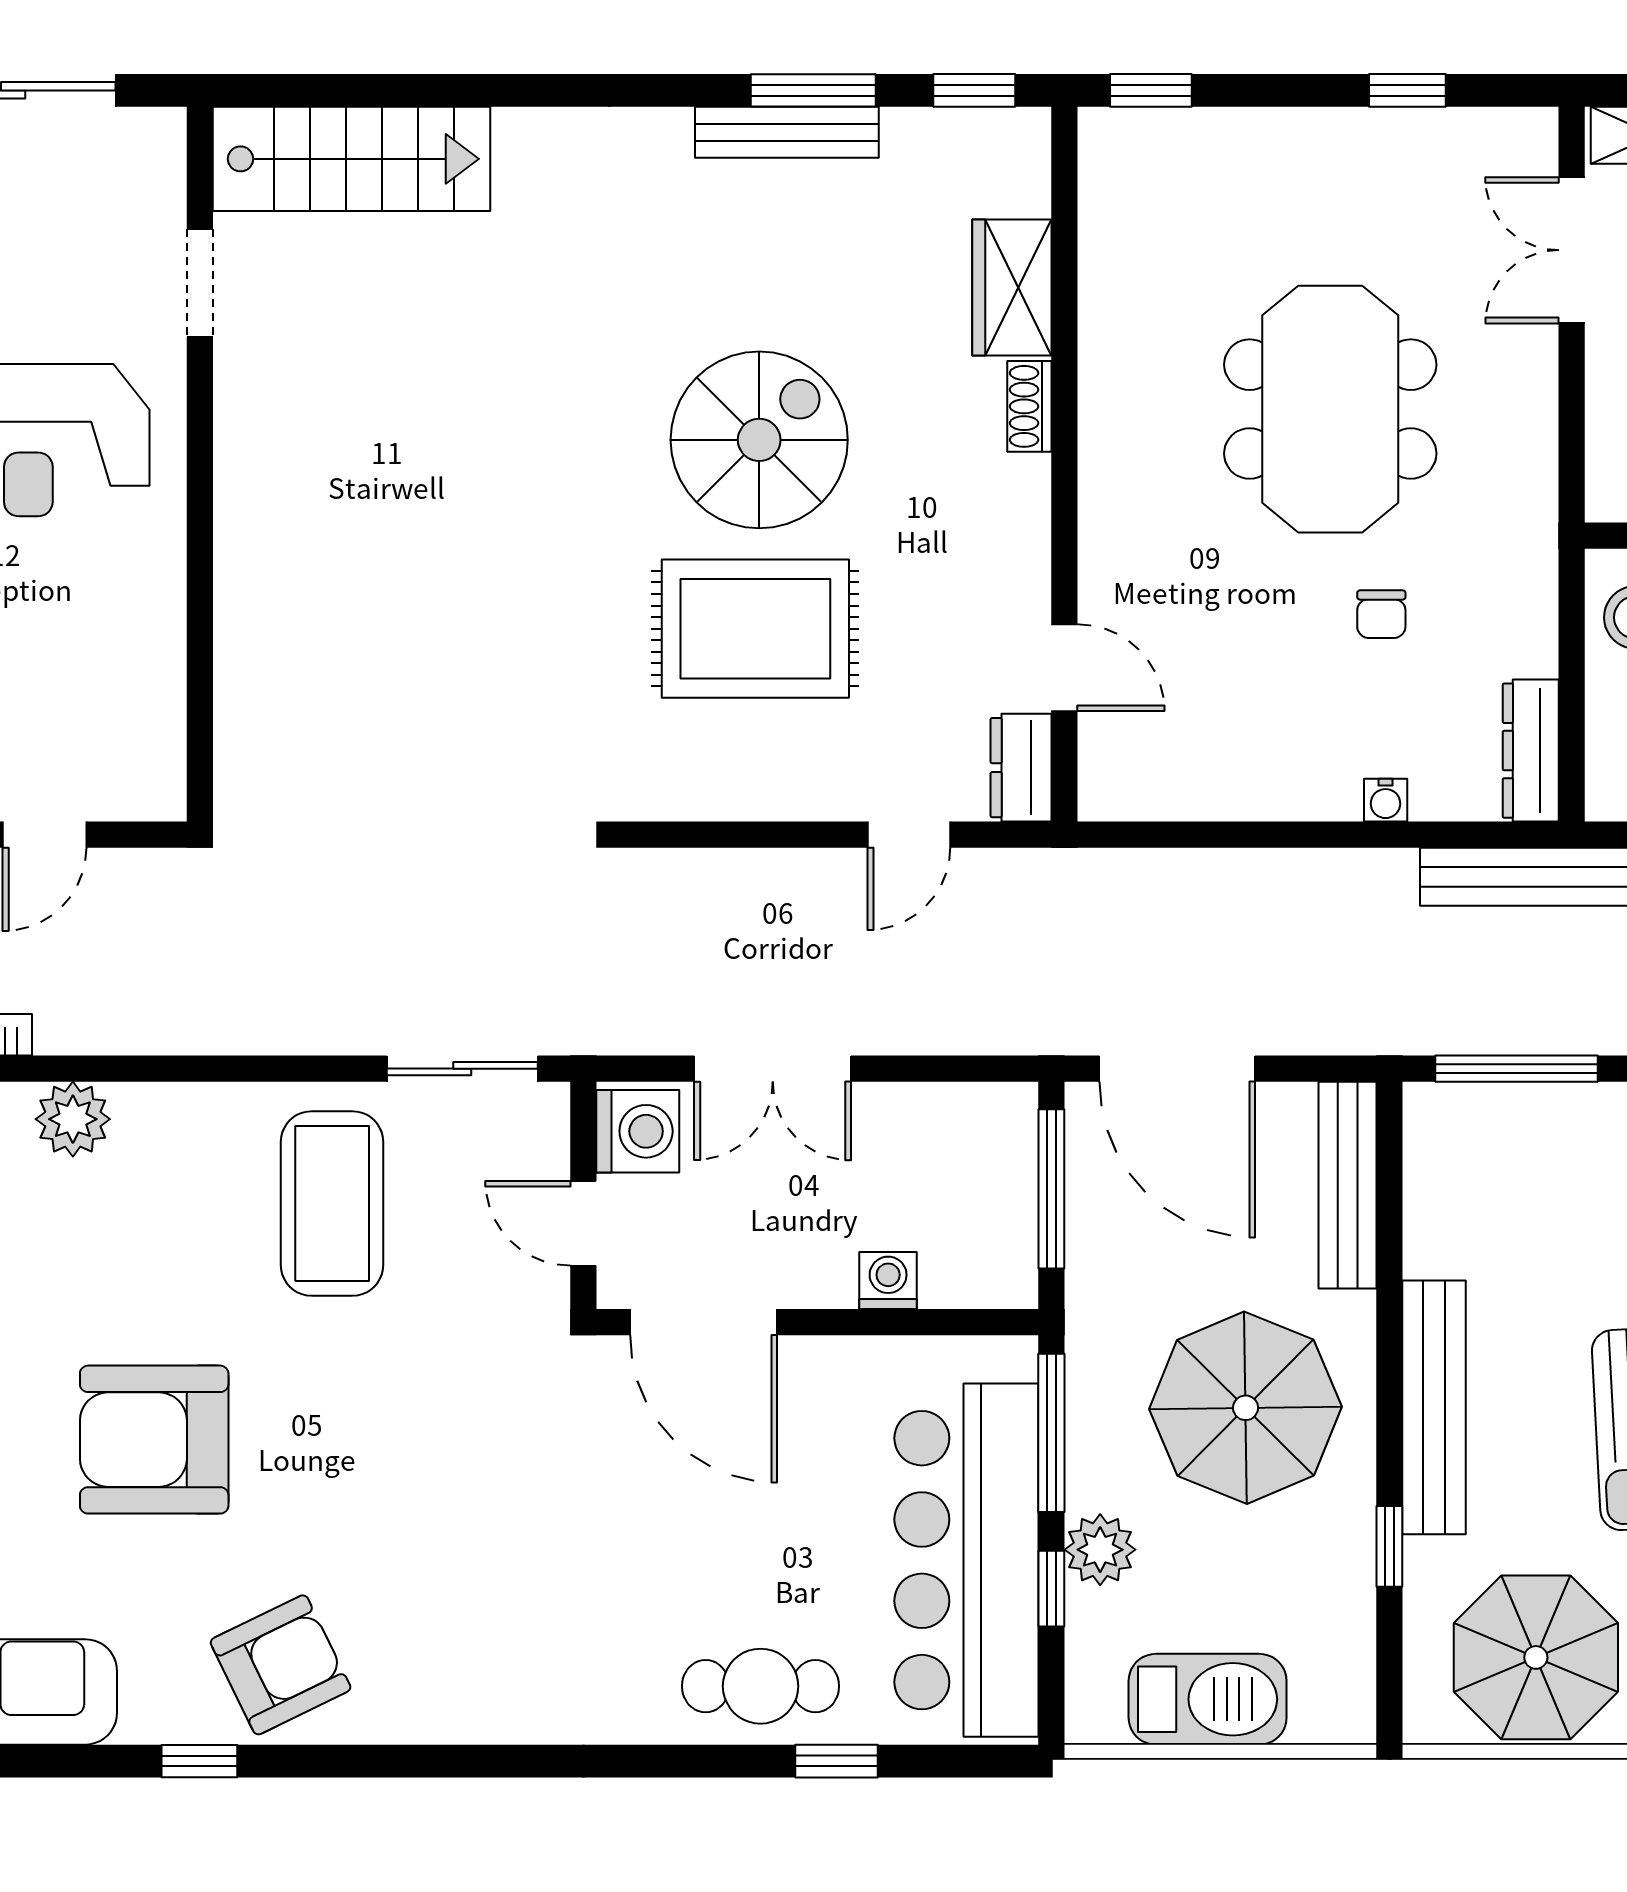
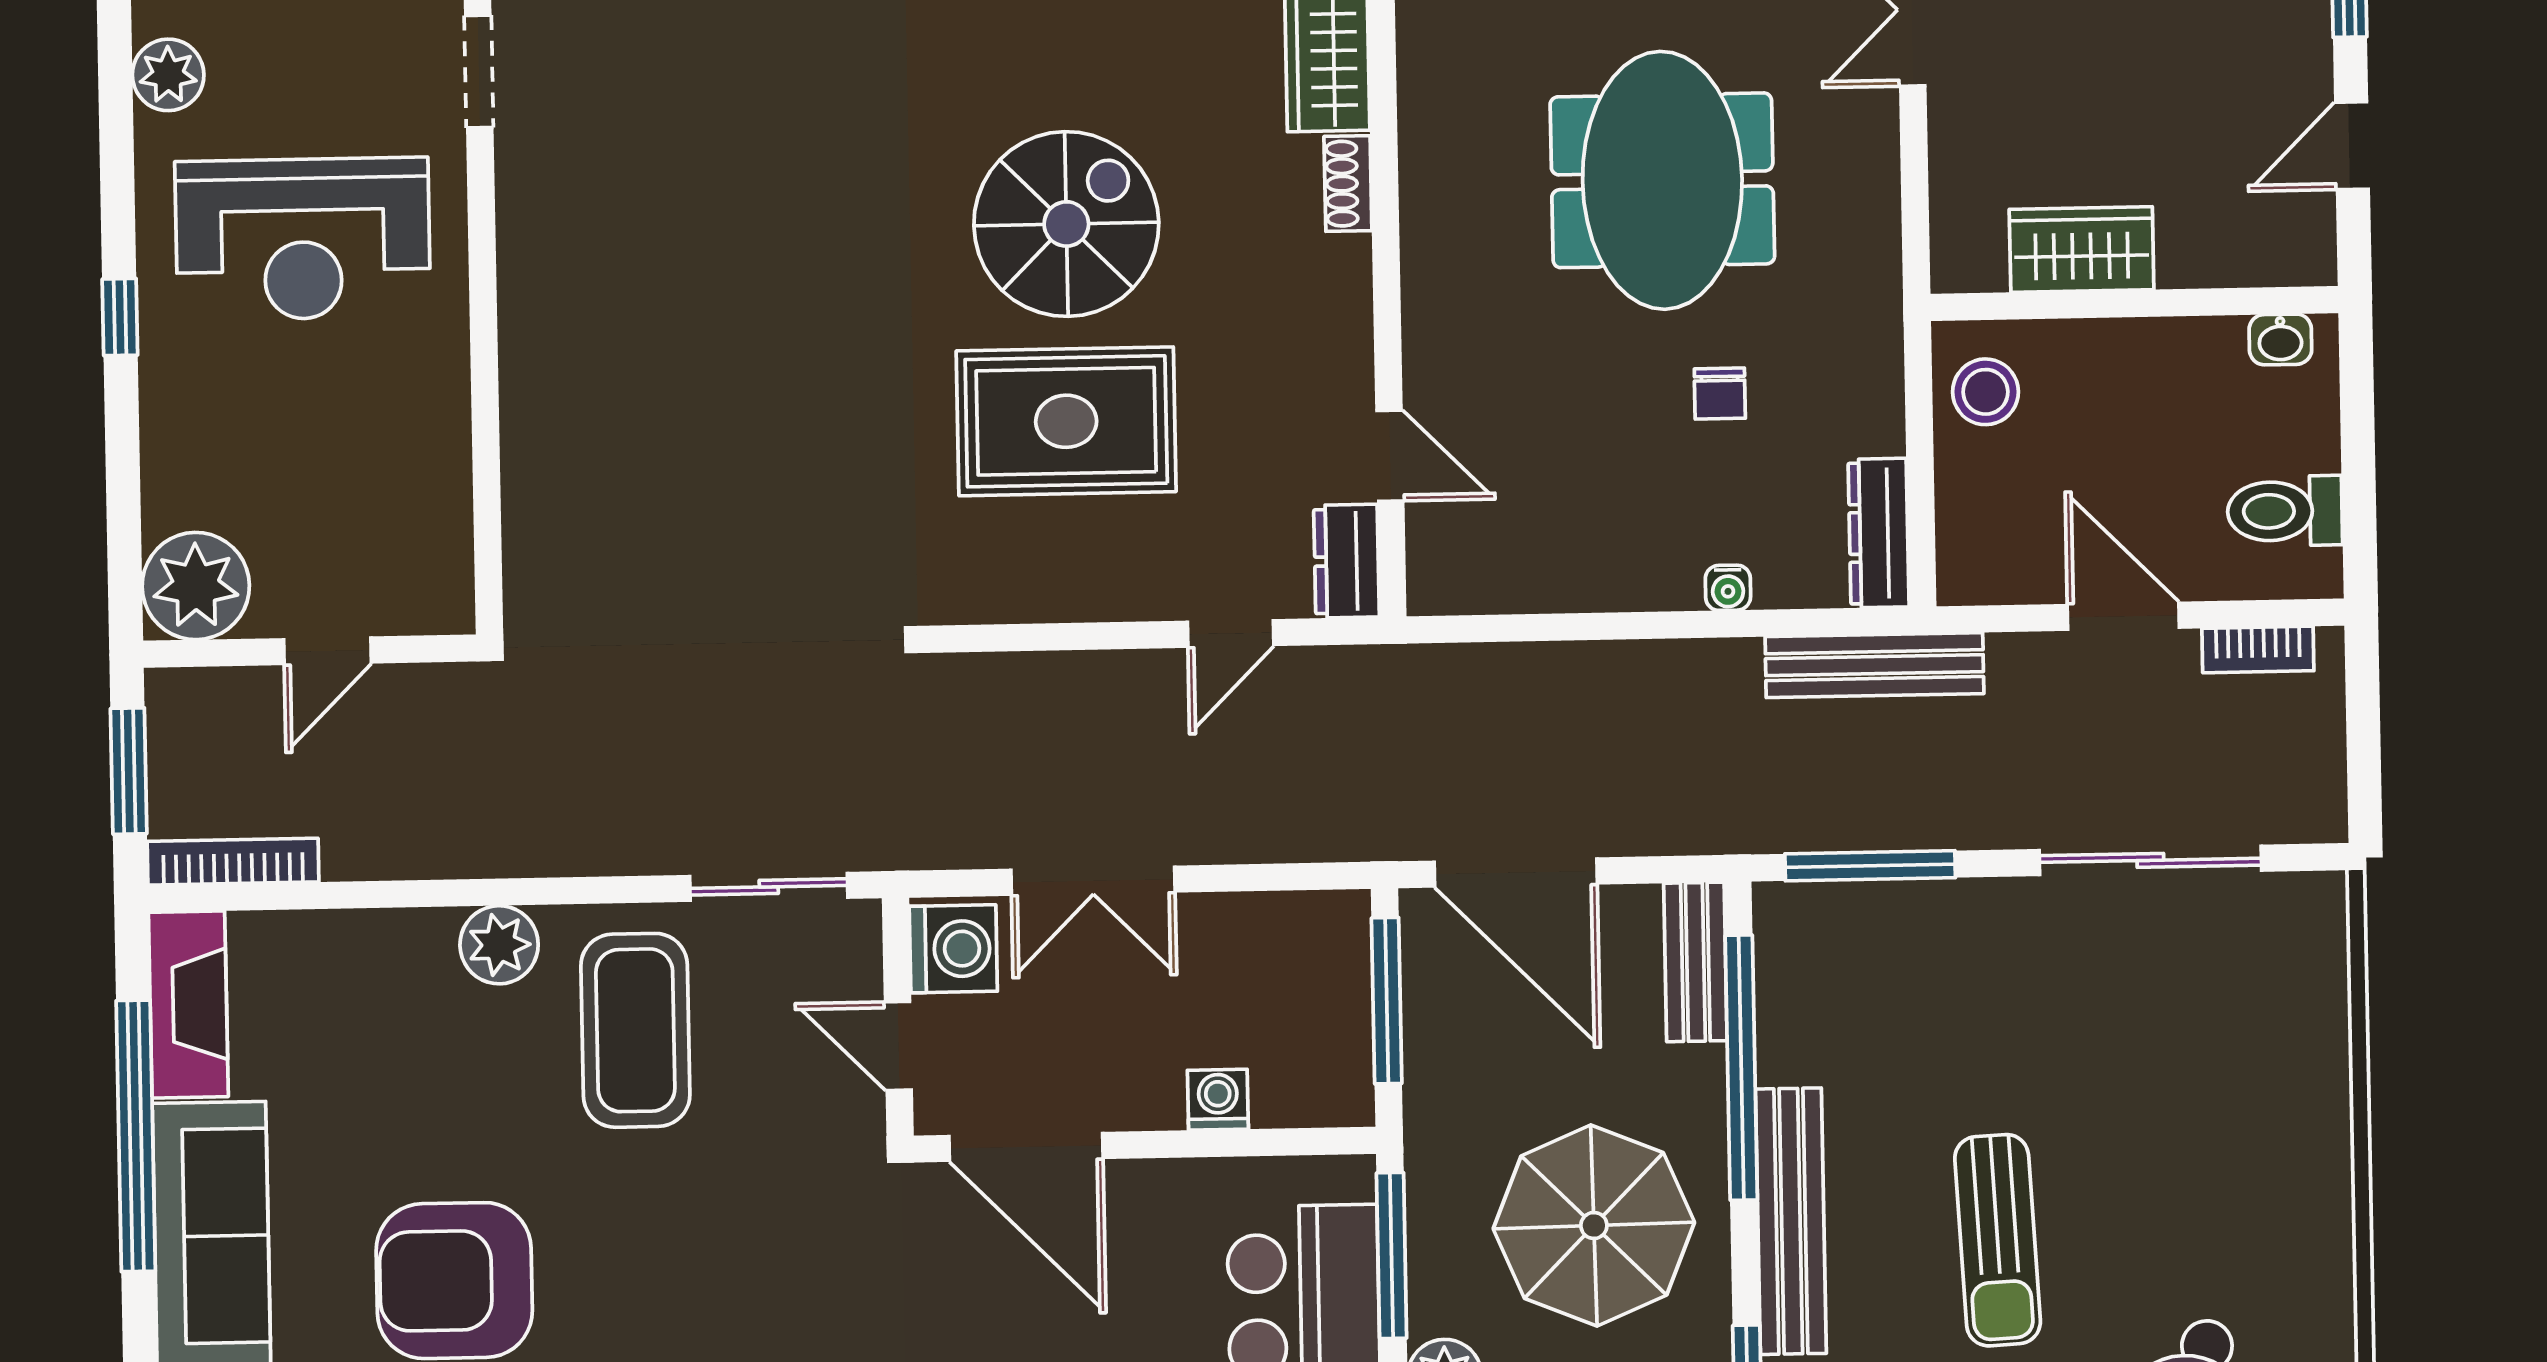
plant: (73, 1119) -> (499, 945), moved
bench: (1348, 1185) -> (1695, 962), width x0.73
window: (1389, 1260) -> (1741, 1068), added

